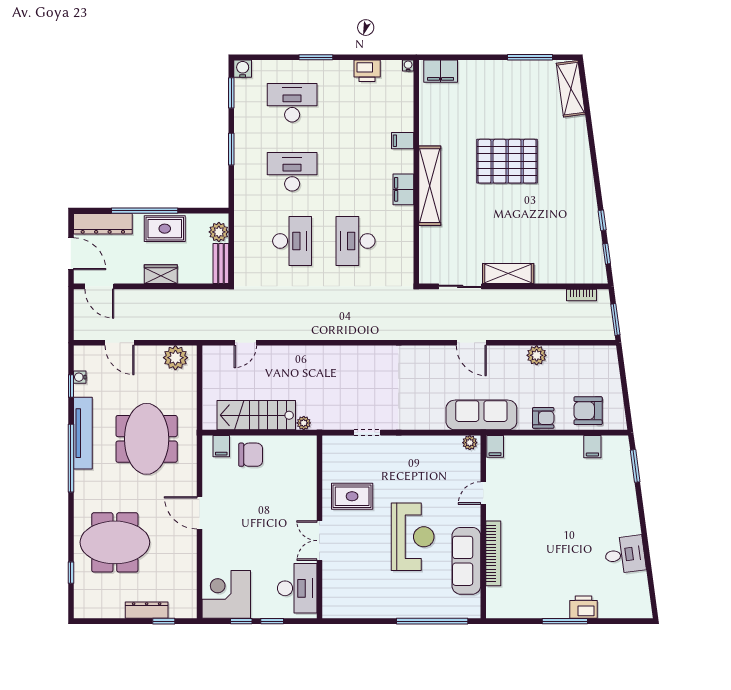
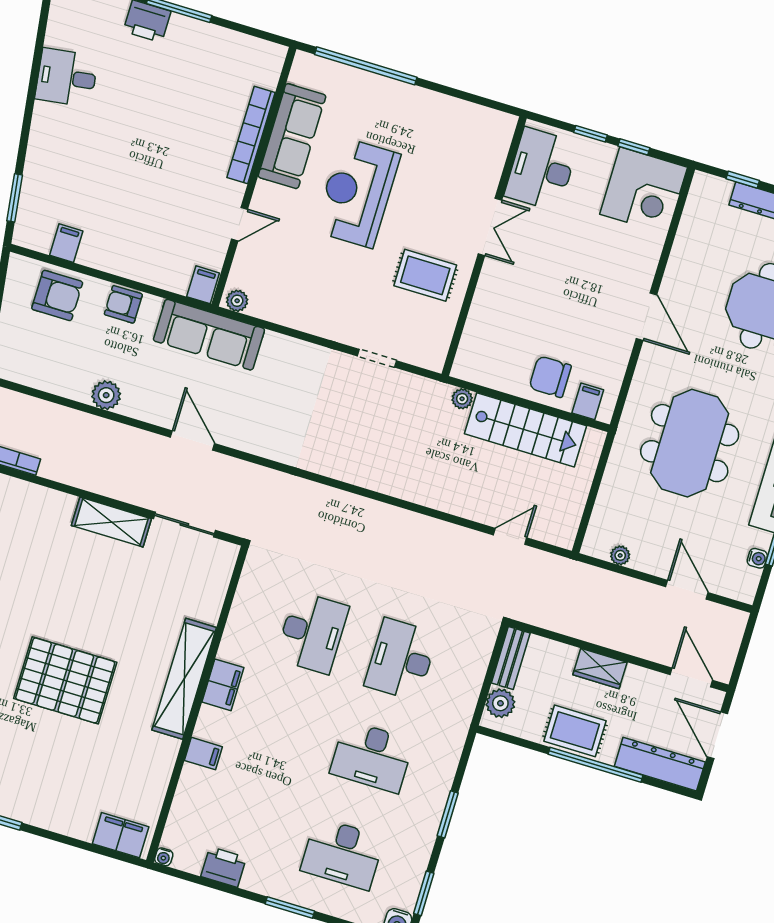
plant: (175, 358) -> (620, 555), width x0.53, depth x0.53

